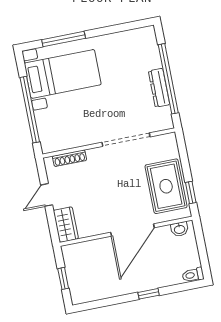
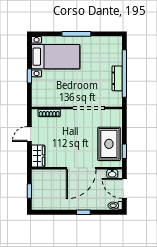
window: (64, 39) -> (76, 34), moved
window: (30, 110) -> (29, 76), width x0.32
door: (202, 247) -> (124, 188), added

